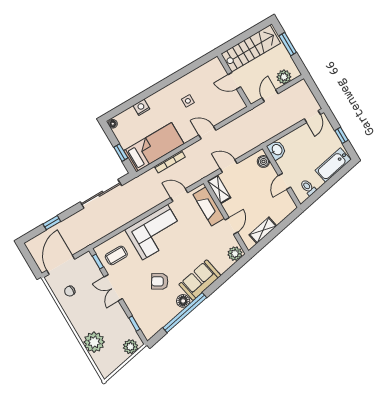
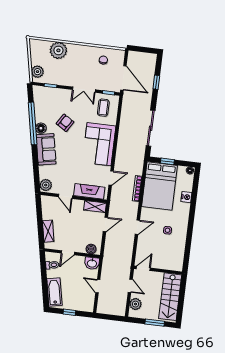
door: (234, 81) -> (143, 268), moved
door: (312, 117) -> (98, 286), moved
bed: (154, 147) -> (159, 186), width x1.50
door: (284, 181) -> (68, 253), swing flipped
shelving: (263, 230) -> (48, 231), moved
door: (61, 265) -> (123, 78), moved
double door: (113, 288) -> (84, 90), swing flipped

